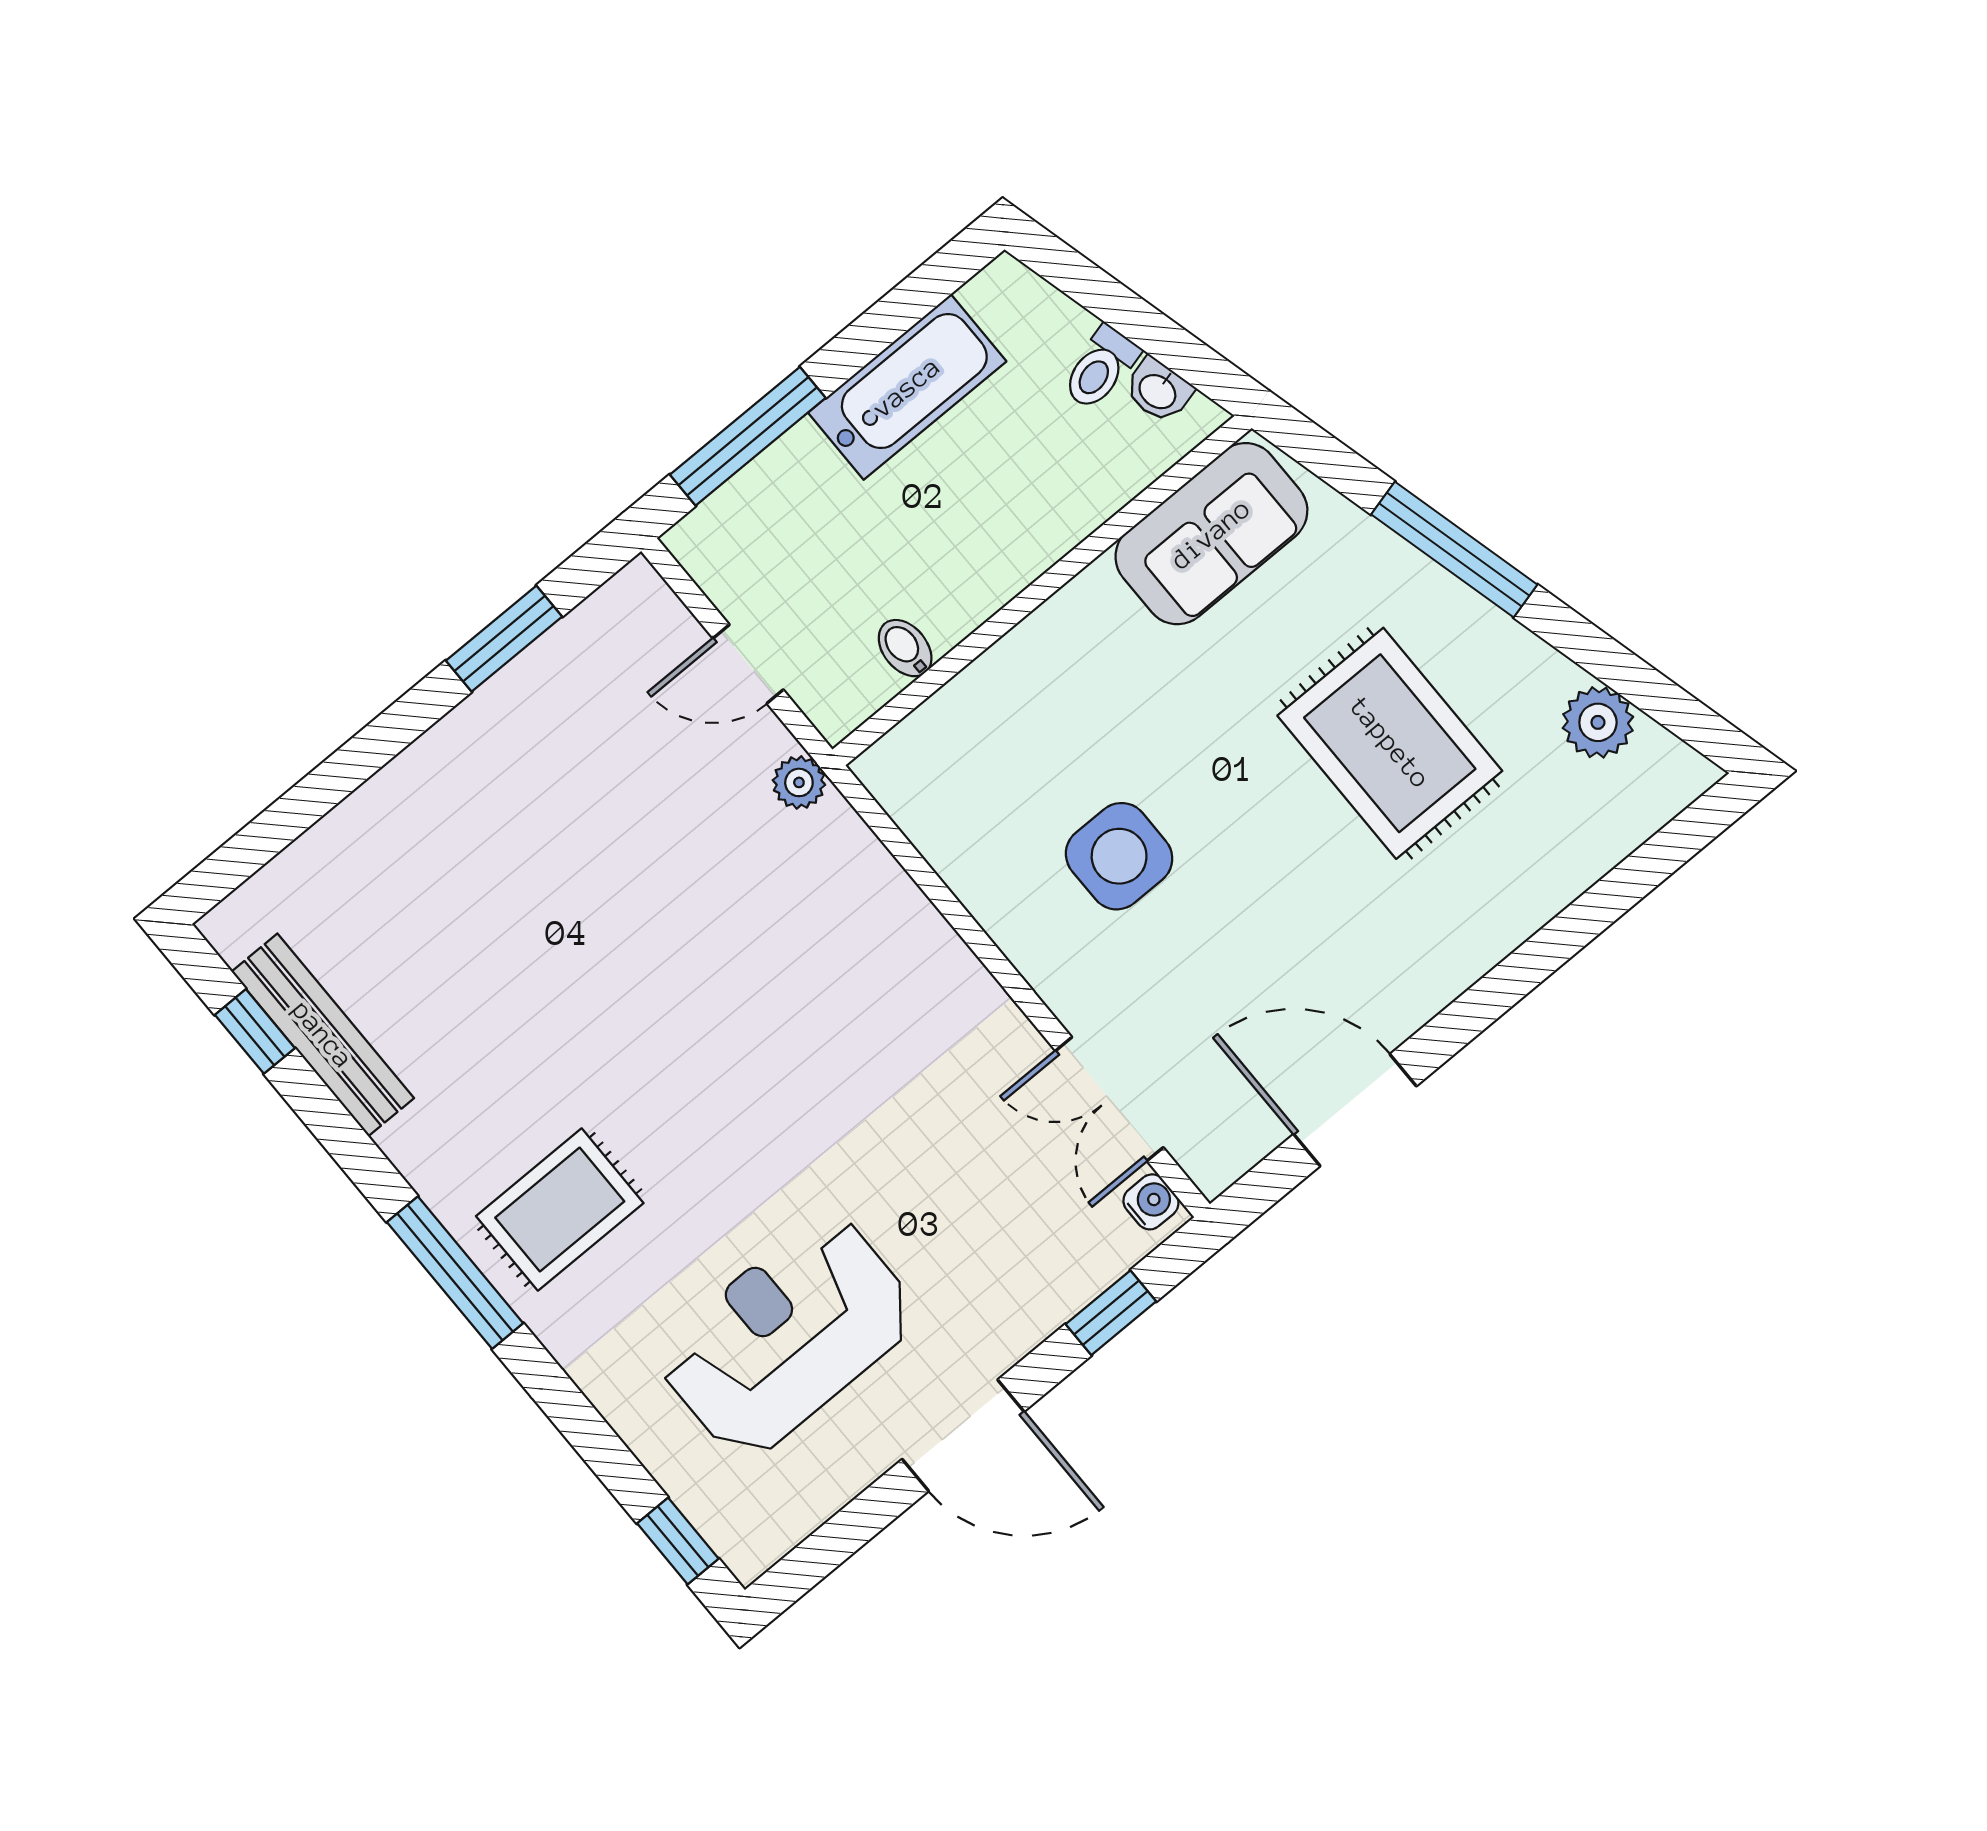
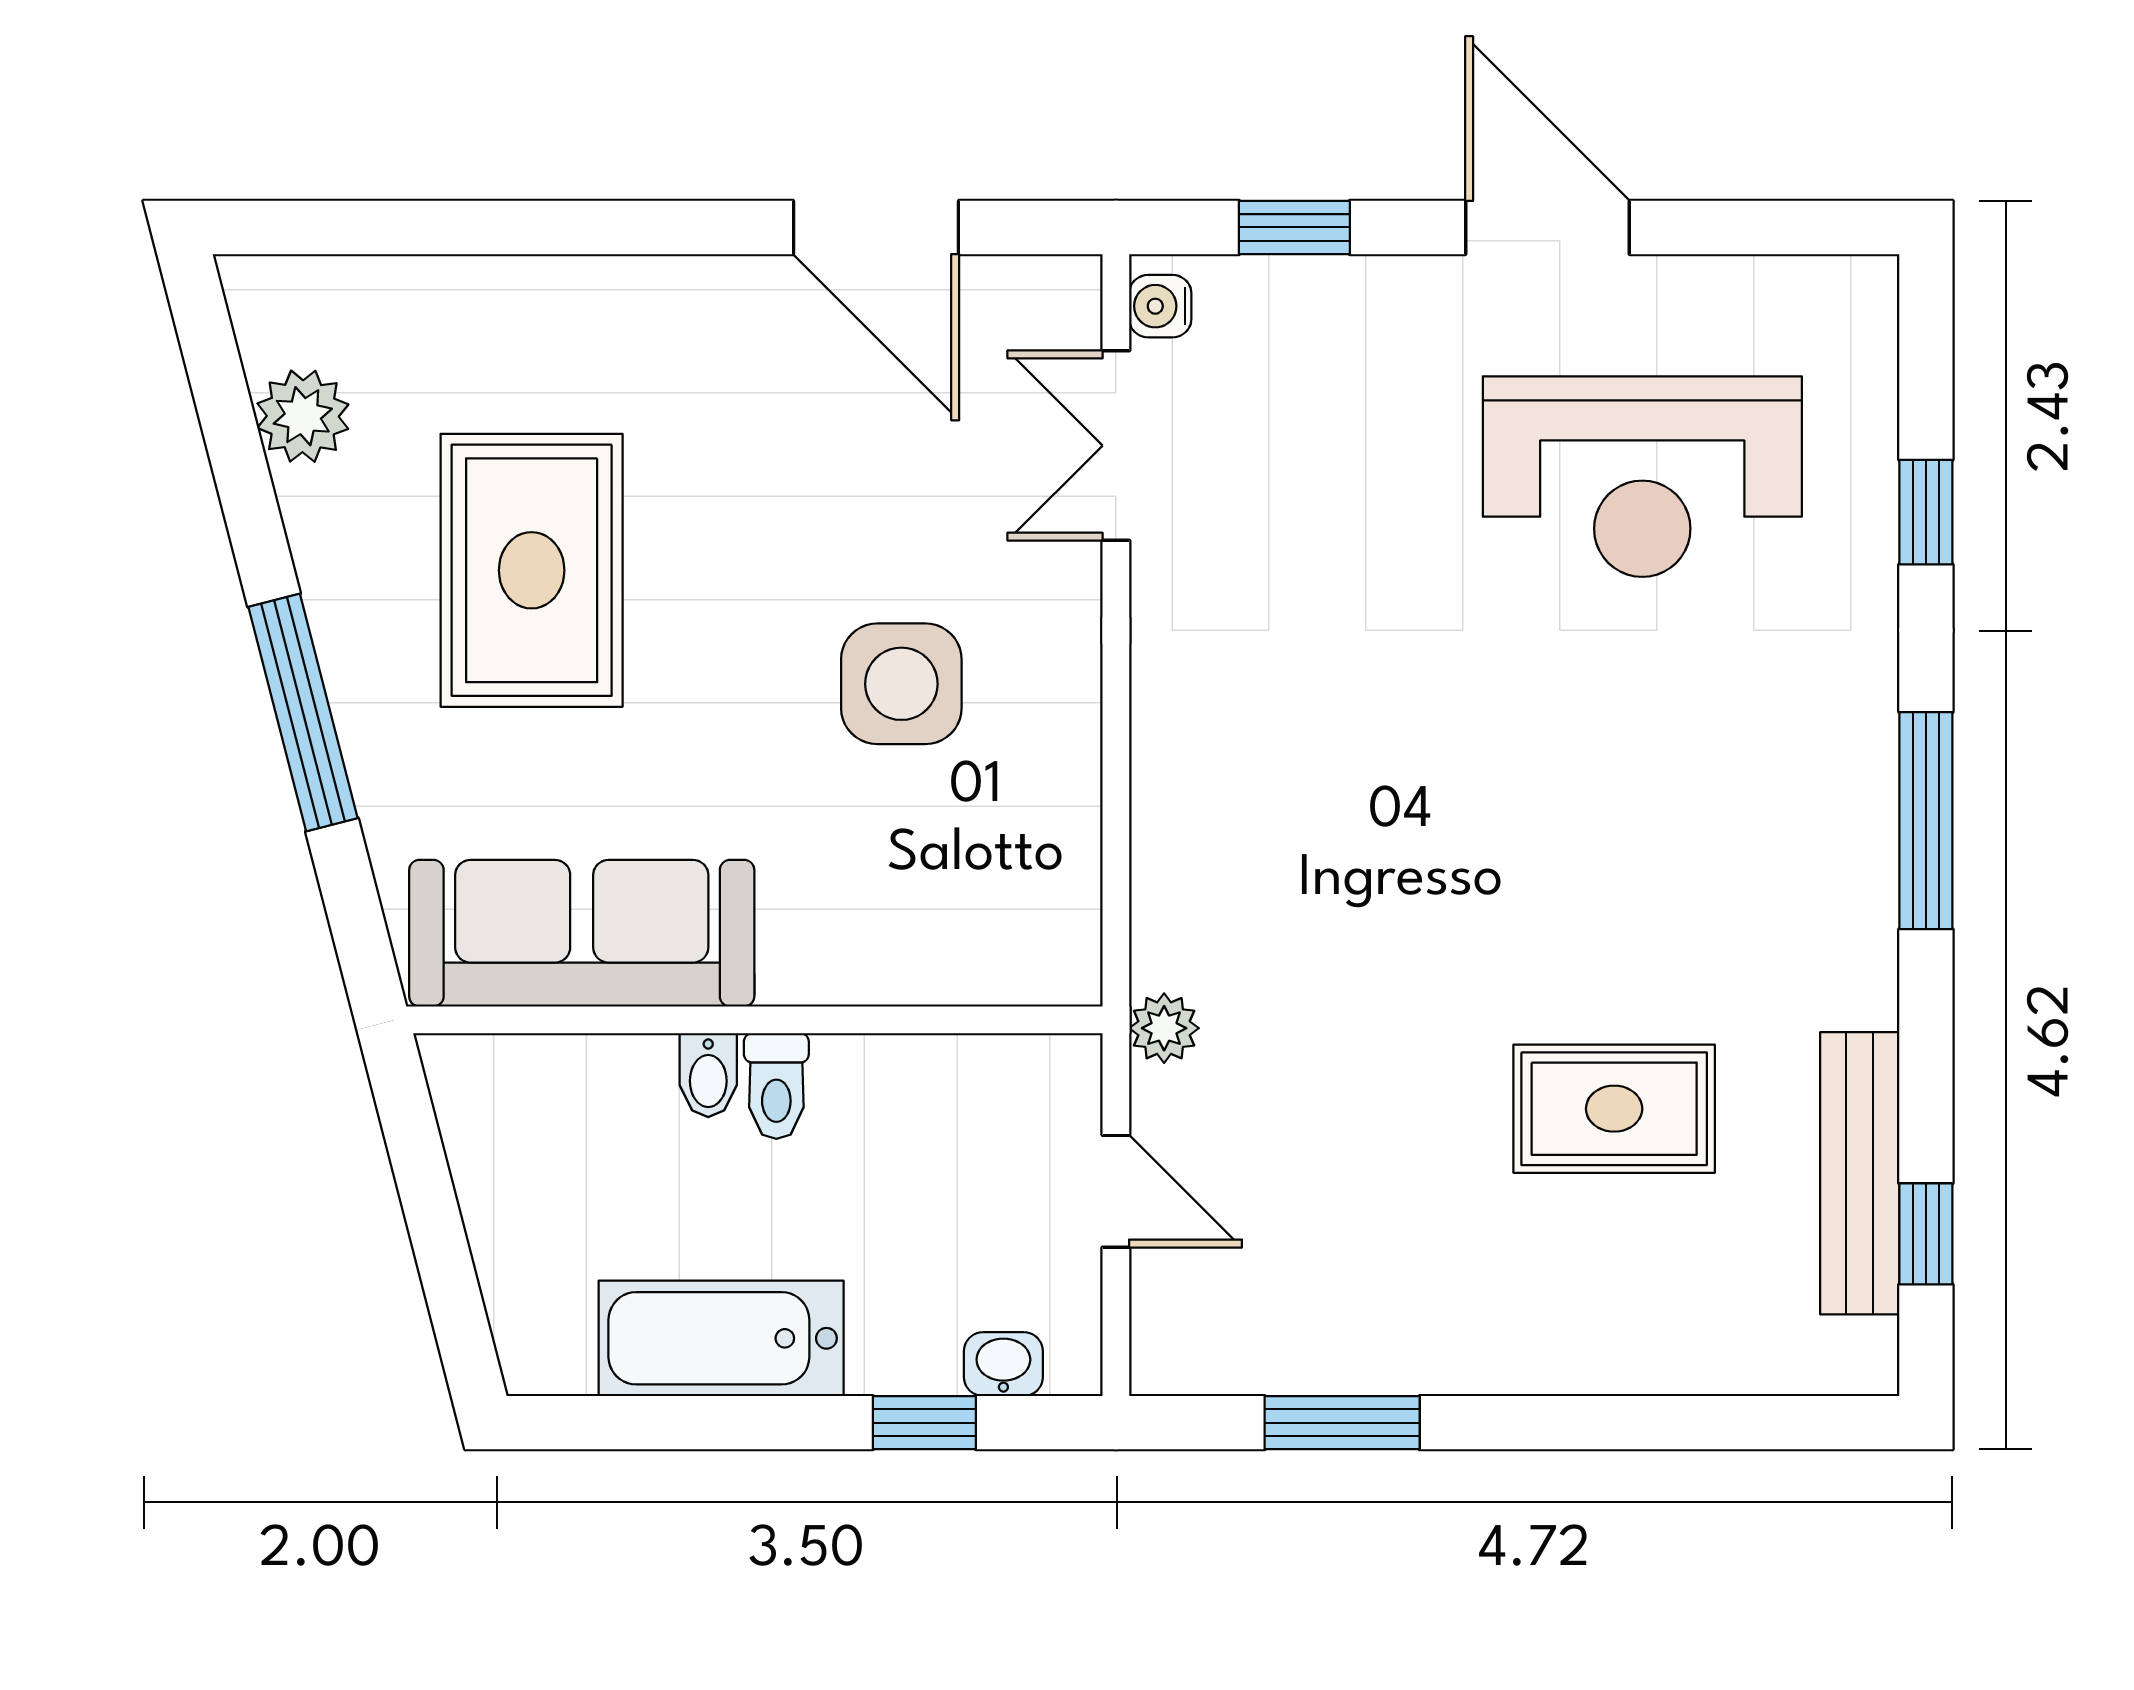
toilet: (1100, 368) -> (776, 1086), moved, turned 104
washbasin: (1158, 390) -> (1003, 1364), moved, turned -76
window: (748, 436) -> (924, 1423), width x0.46
sofa: (1211, 534) -> (582, 933), width x1.36
bidet: (905, 648) -> (708, 1075), moved
double door: (1109, 1099) -> (1116, 446), swing flipped
rug: (560, 1210) -> (1614, 1109), moved
window: (678, 1541) -> (1926, 512), moved

